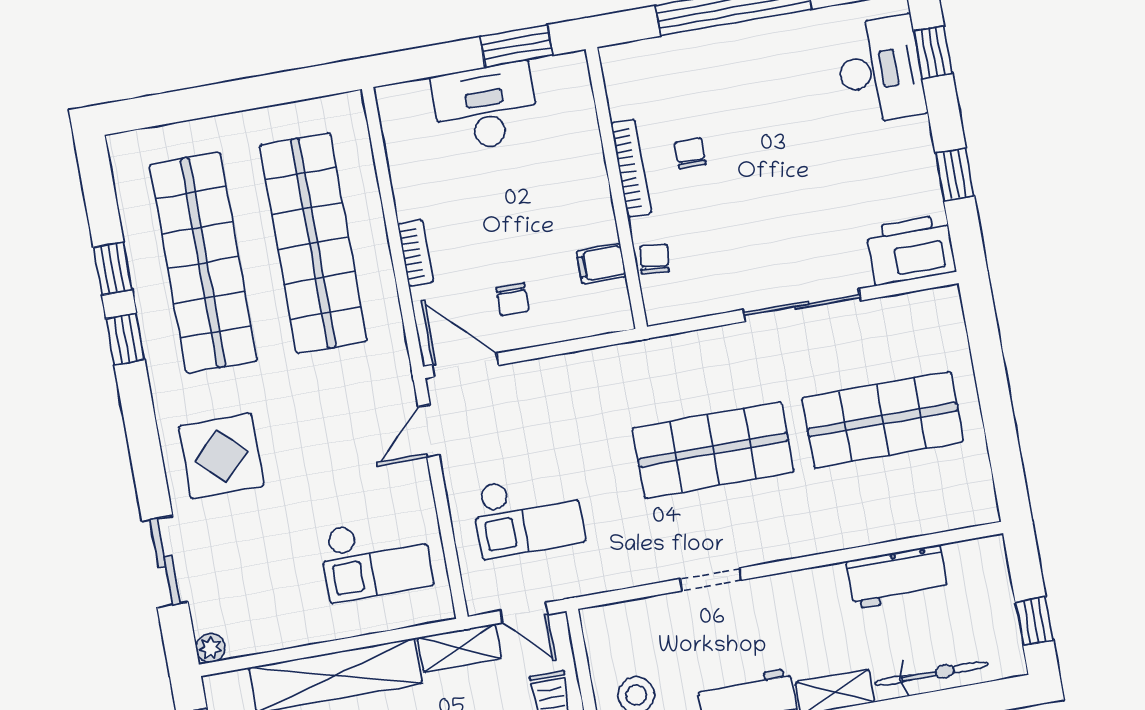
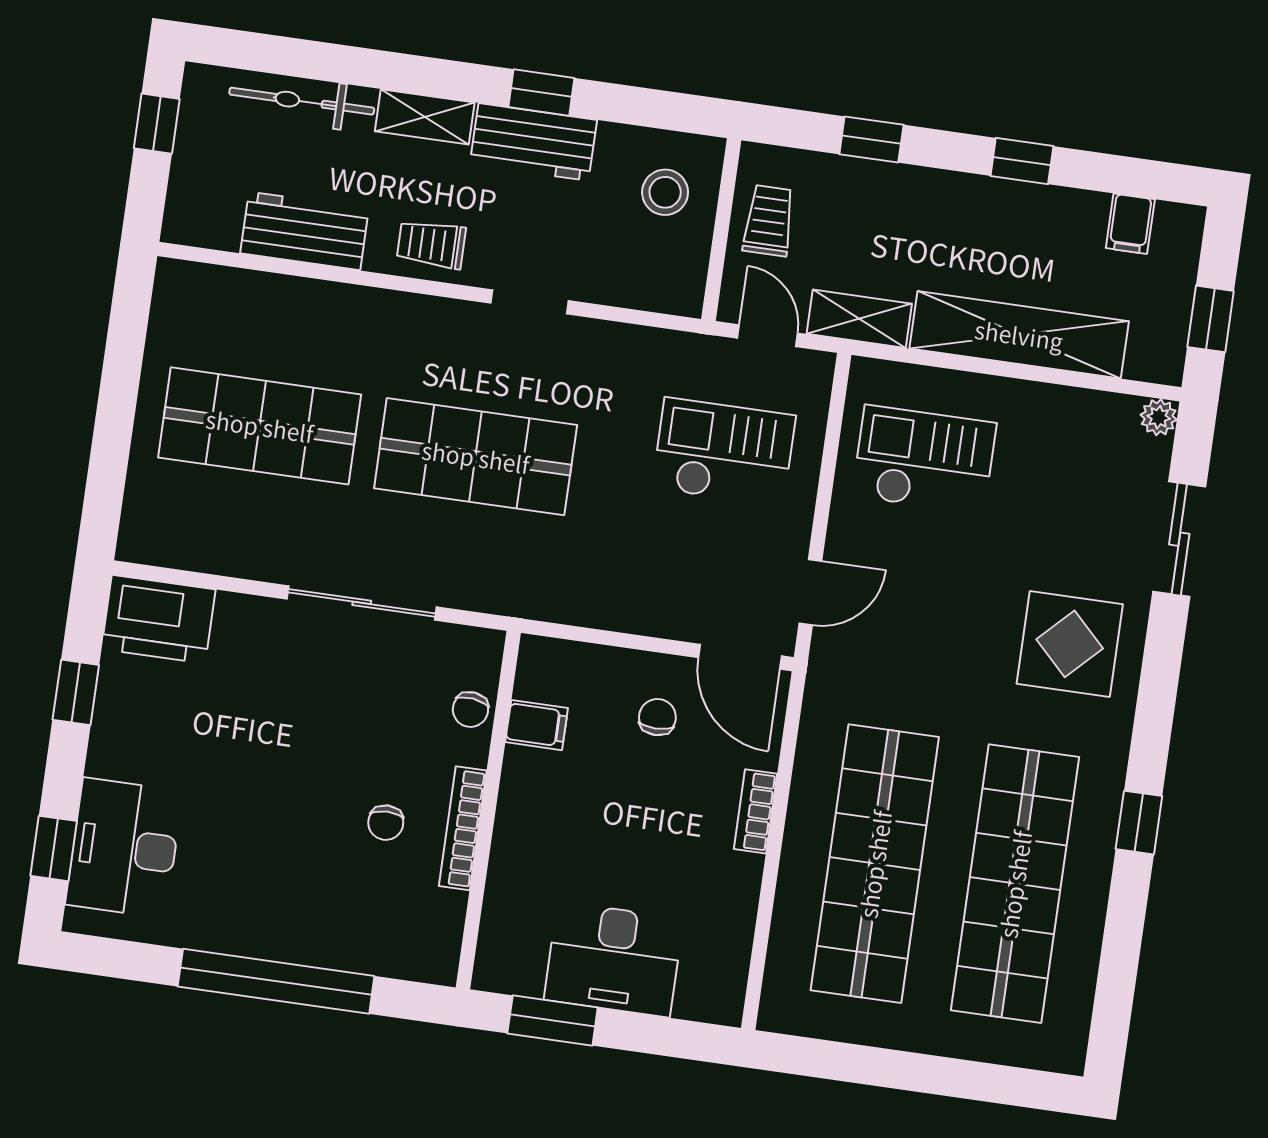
window: (113, 269) -> (1126, 912), removed
sliding door: (802, 305) -> (362, 603), moved
trolley: (799, 598) -> (431, 244), added

